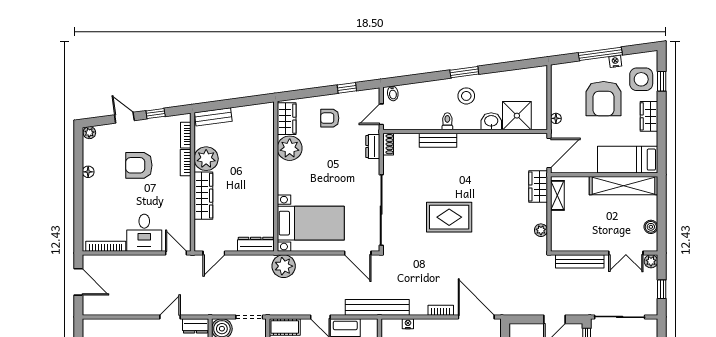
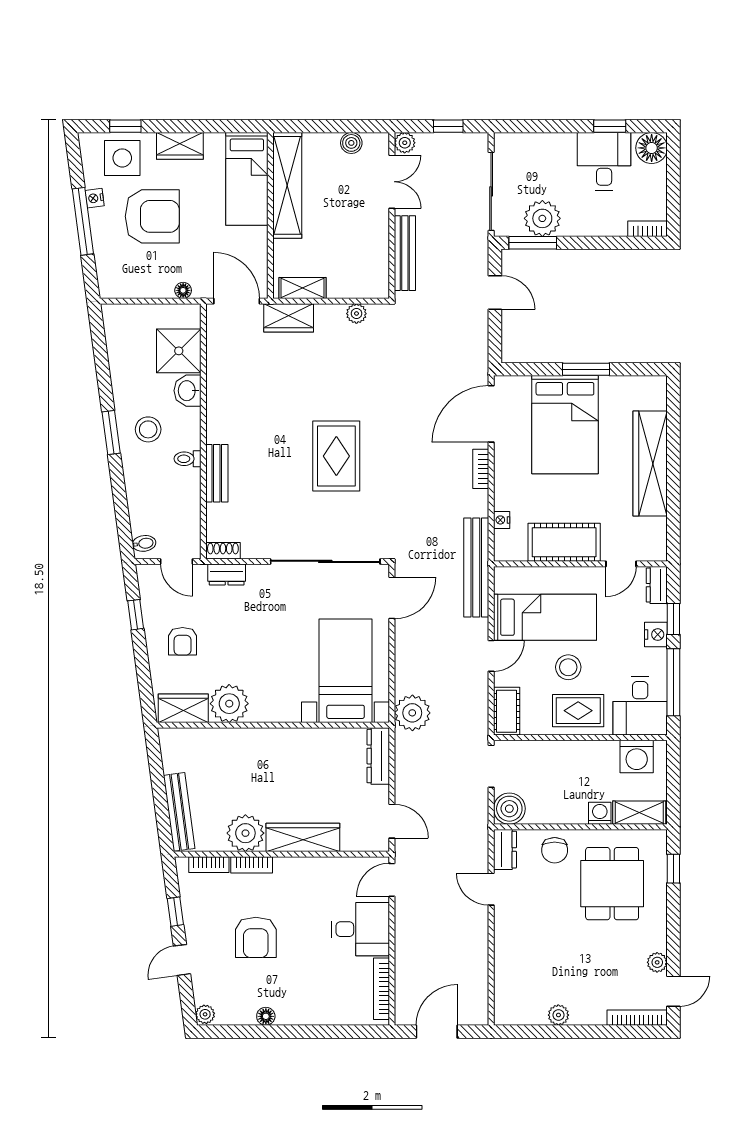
bench: (213, 117) -> (179, 812), width x1.36

